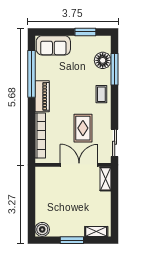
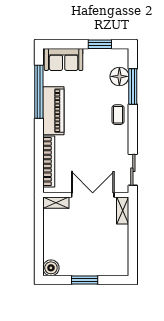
piano: (42, 96) -> (53, 111), width x1.37, depth x1.33
rug: (83, 128) -> (97, 153), removed
shelving: (96, 231) -> (56, 203), moved

